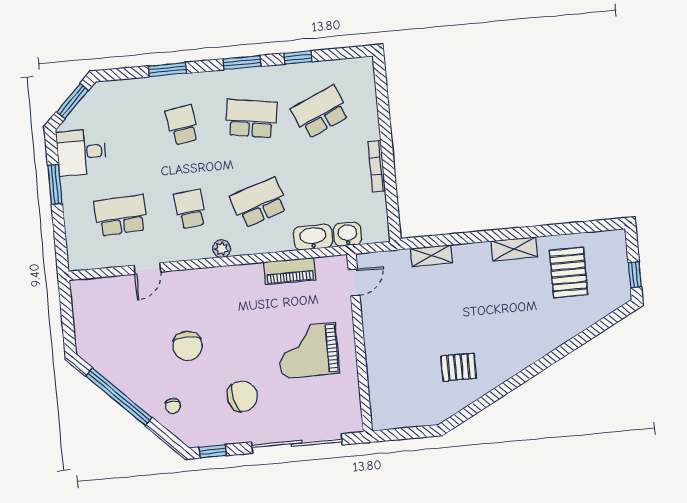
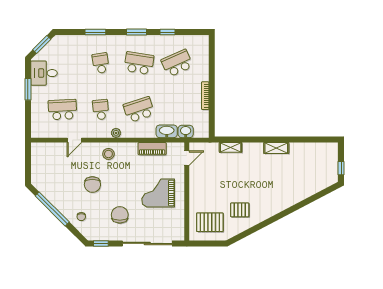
pallet: (568, 273) -> (210, 222), moved, turned 90
stool: (212, 288) -> (108, 154), added
chair: (242, 396) -> (120, 215), turned -76

